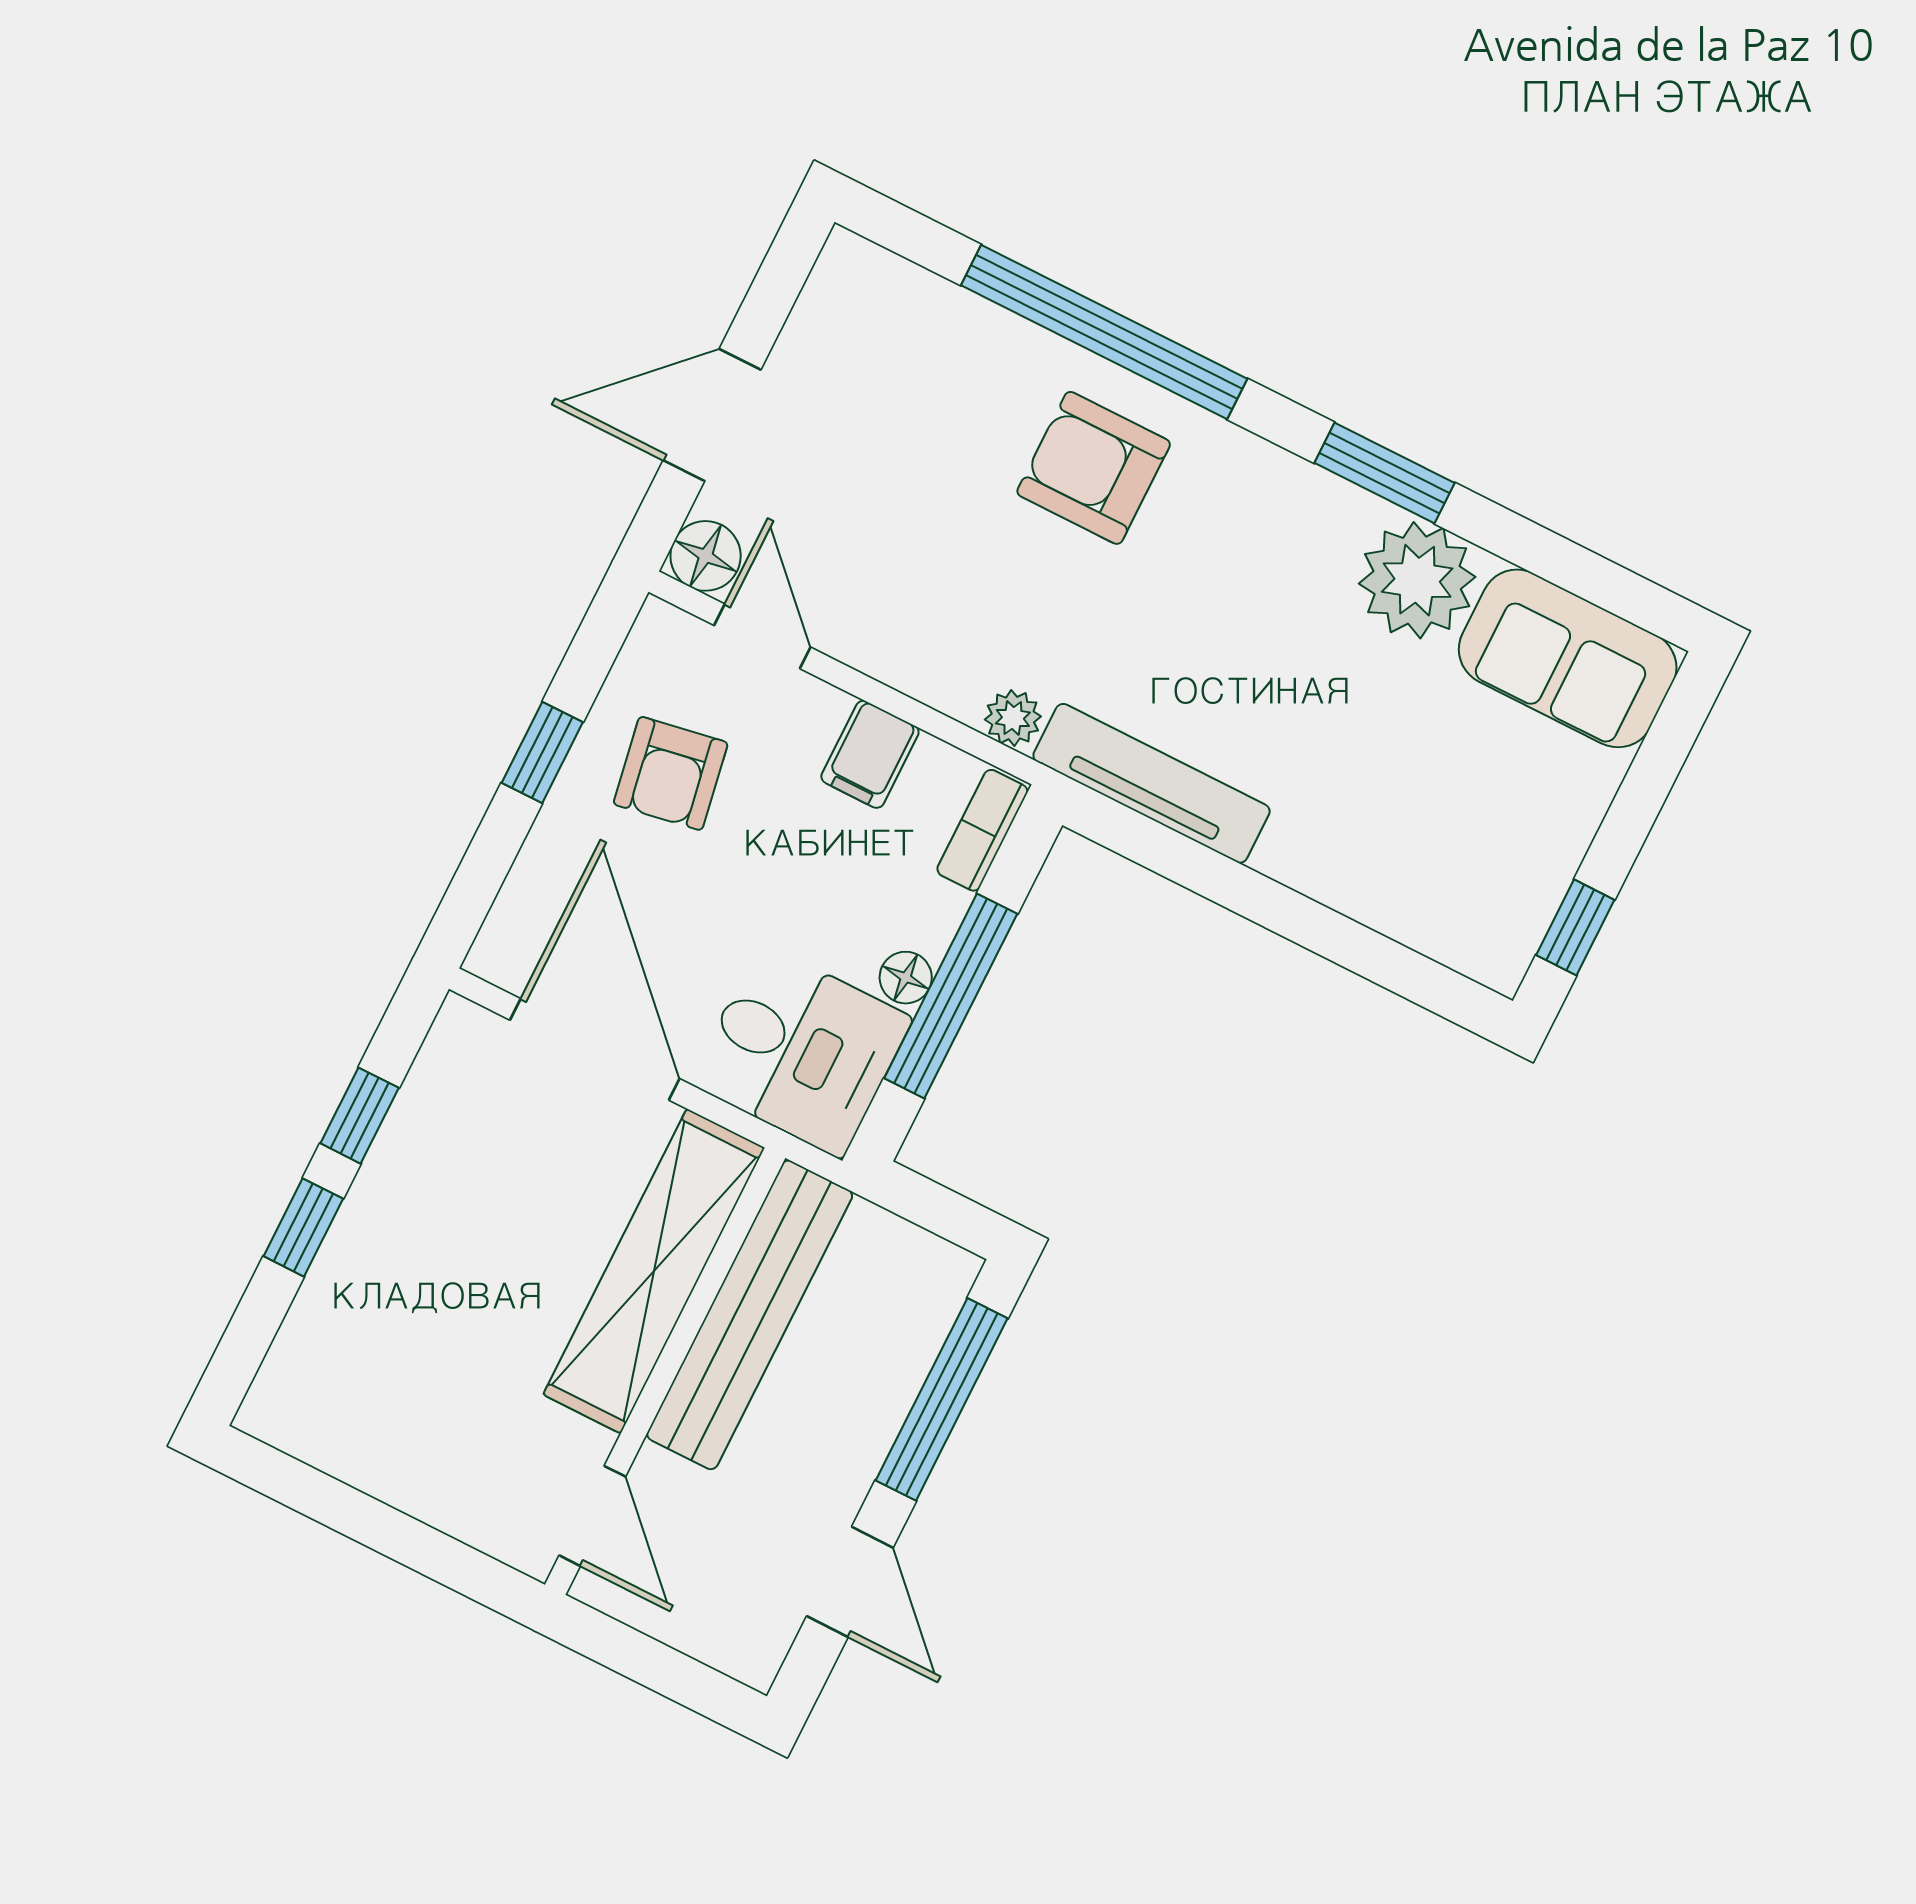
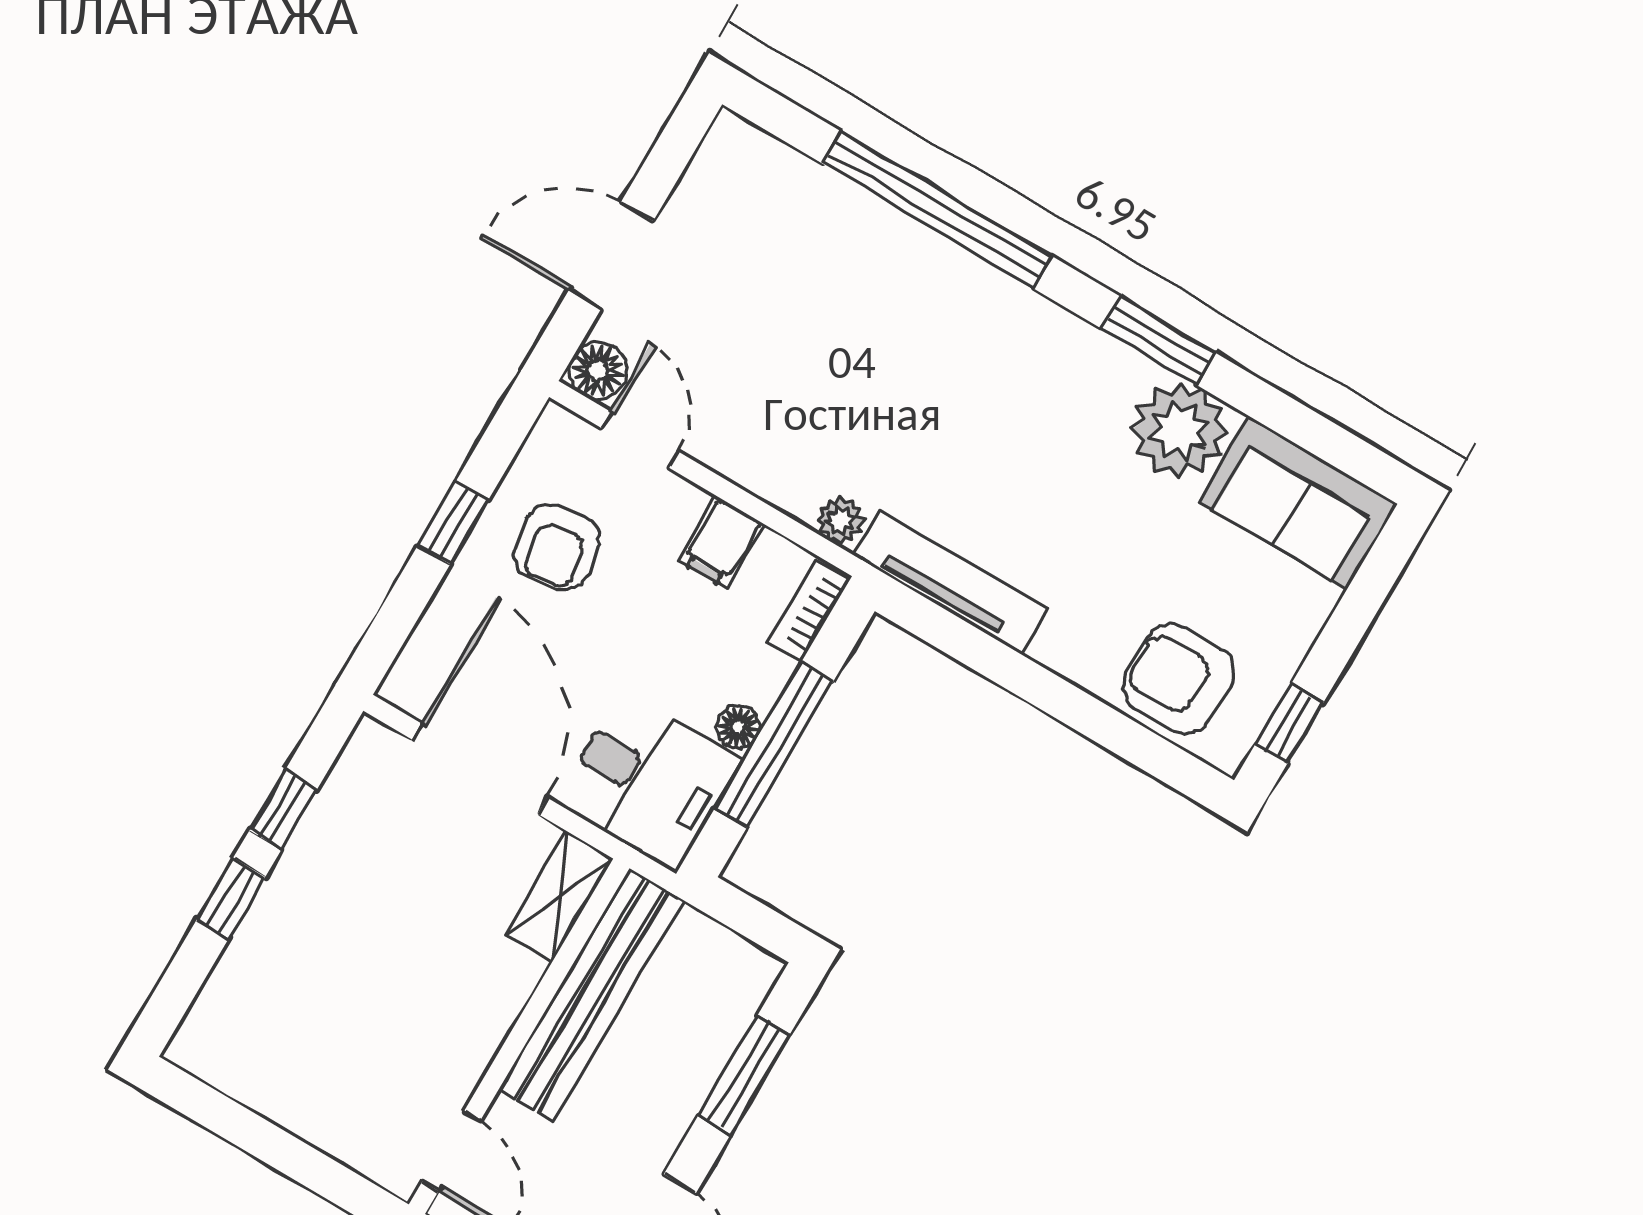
armchair: (1094, 468) -> (1179, 679), moved
shelving: (654, 1271) -> (560, 896), width x0.45, depth x0.75
window: (942, 1399) -> (744, 1075), width x0.69

